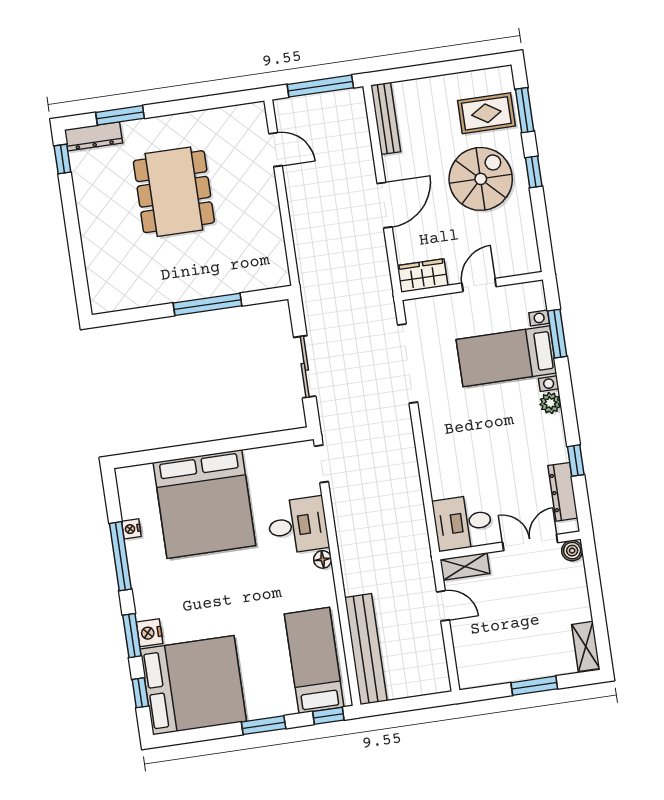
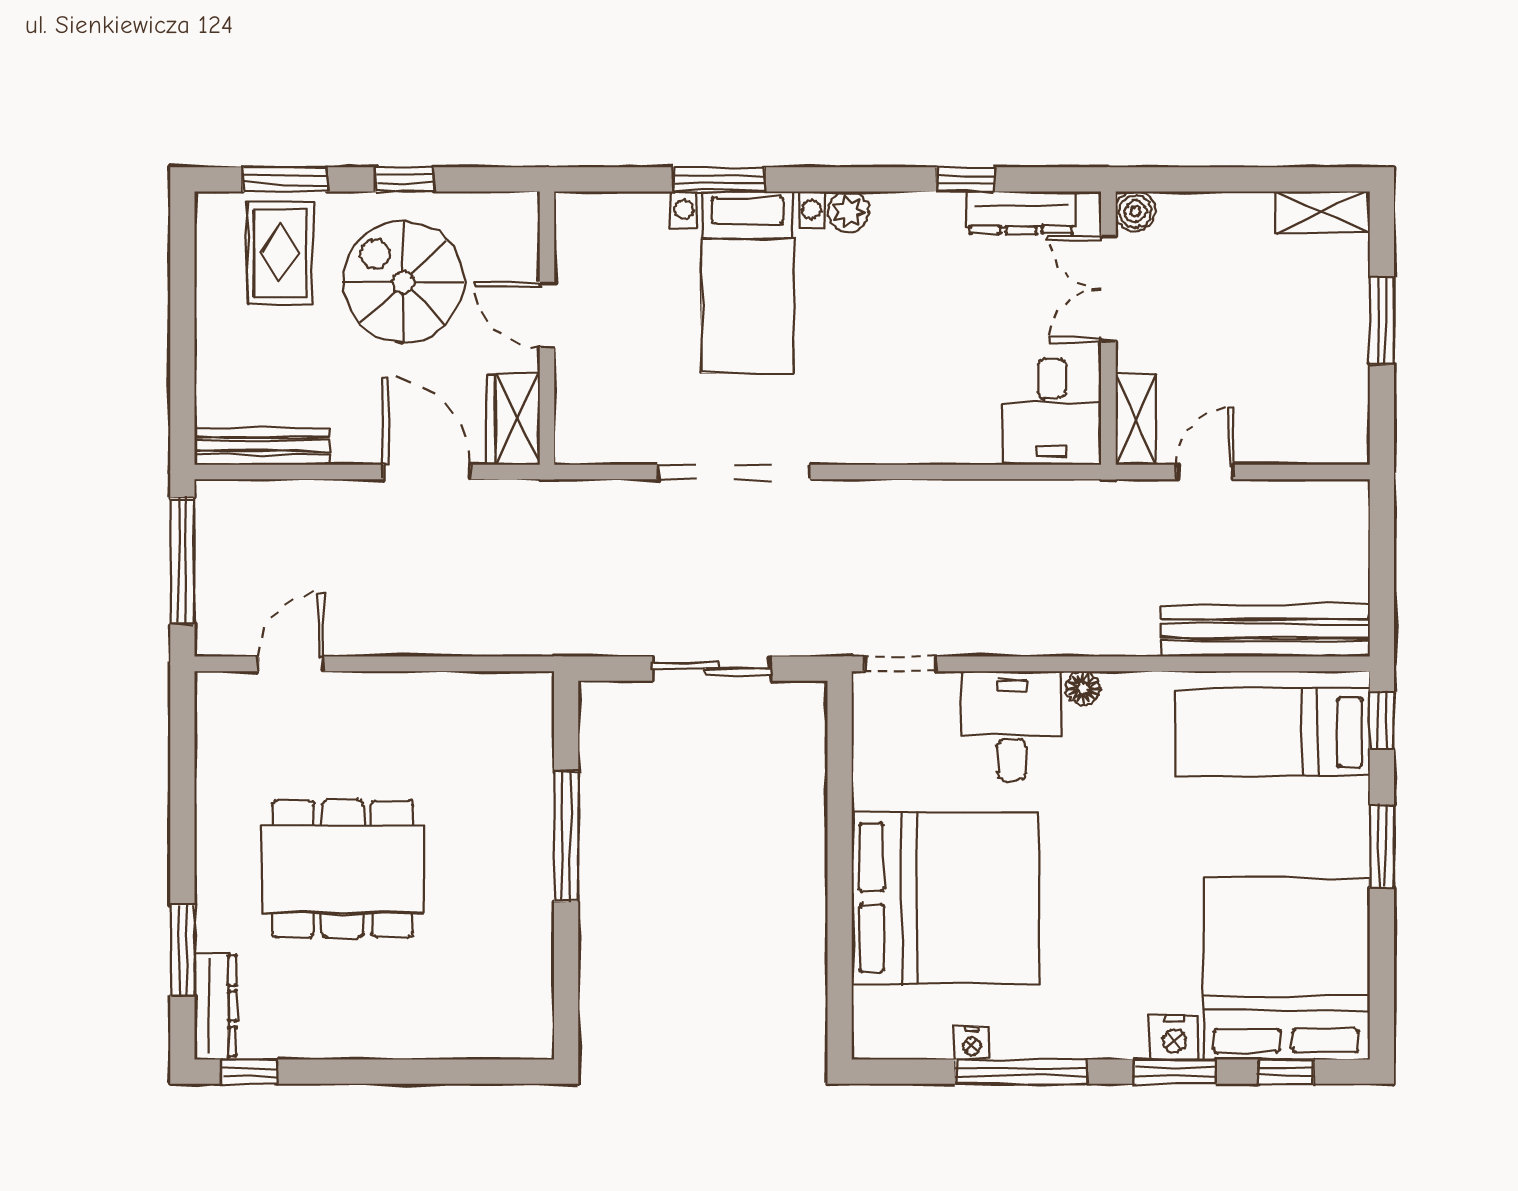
wardrobe: (423, 276) -> (513, 419), moved
door: (479, 285) -> (547, 315), moved
wall: (472, 286) -> (547, 328), moved

